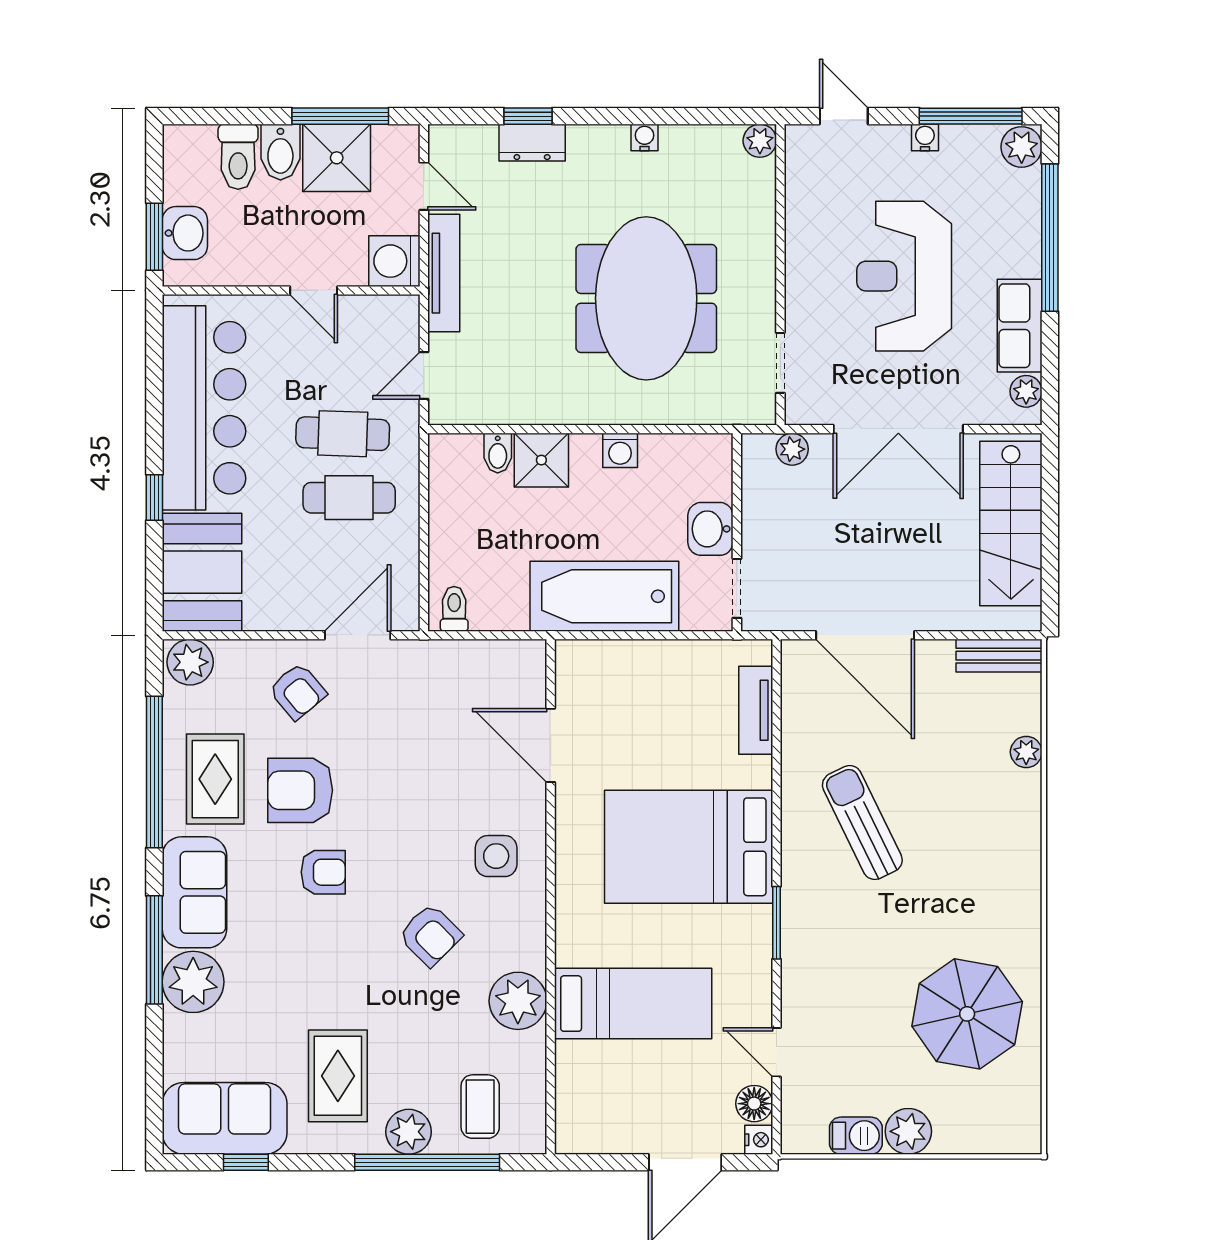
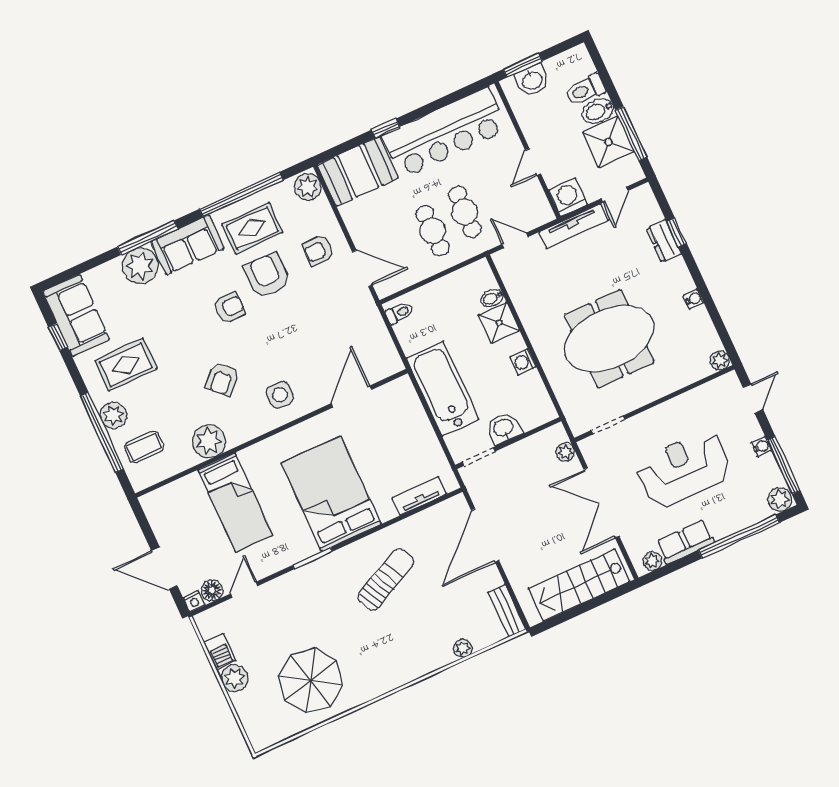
armchair: (297, 691) -> (318, 250), turned 40
armchair: (323, 872) -> (229, 308), turned -90

